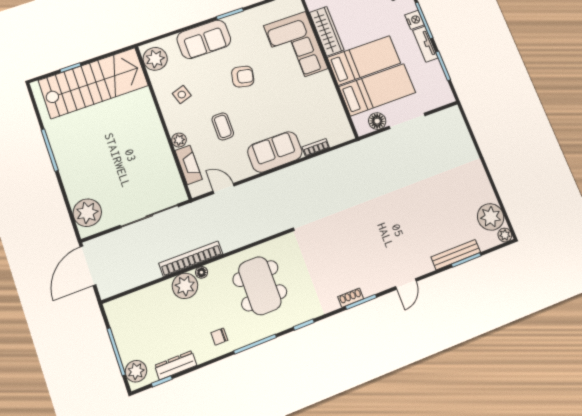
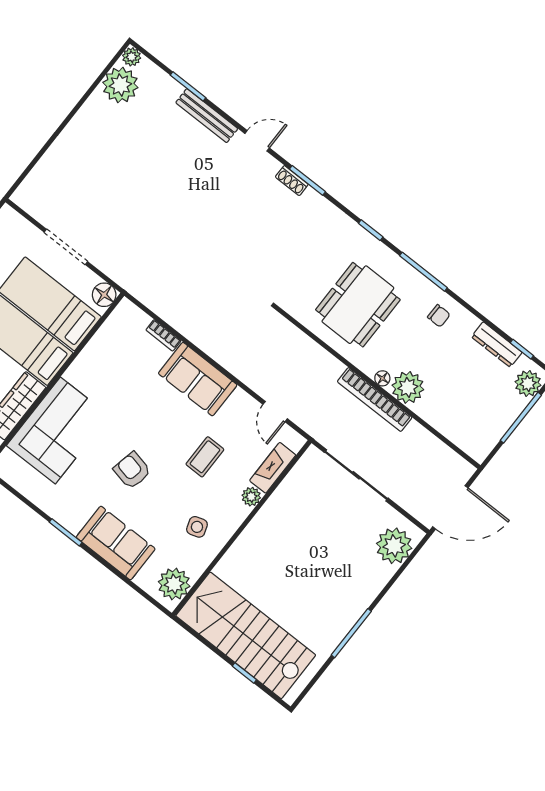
floor lamp: (377, 121) -> (104, 295), moved
bench: (456, 255) -> (207, 116), moved
shoe rack: (351, 298) -> (292, 181), moved

